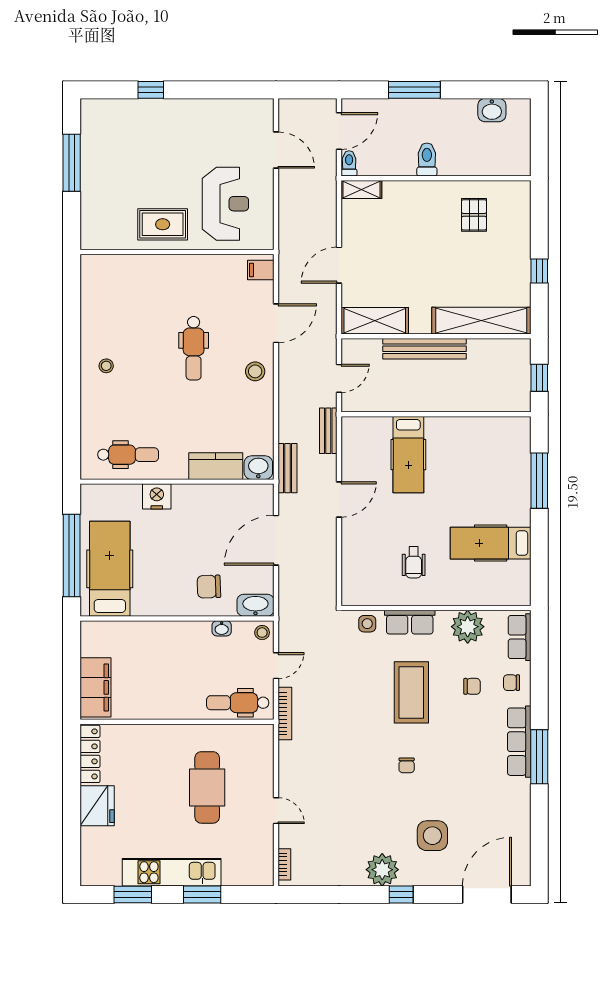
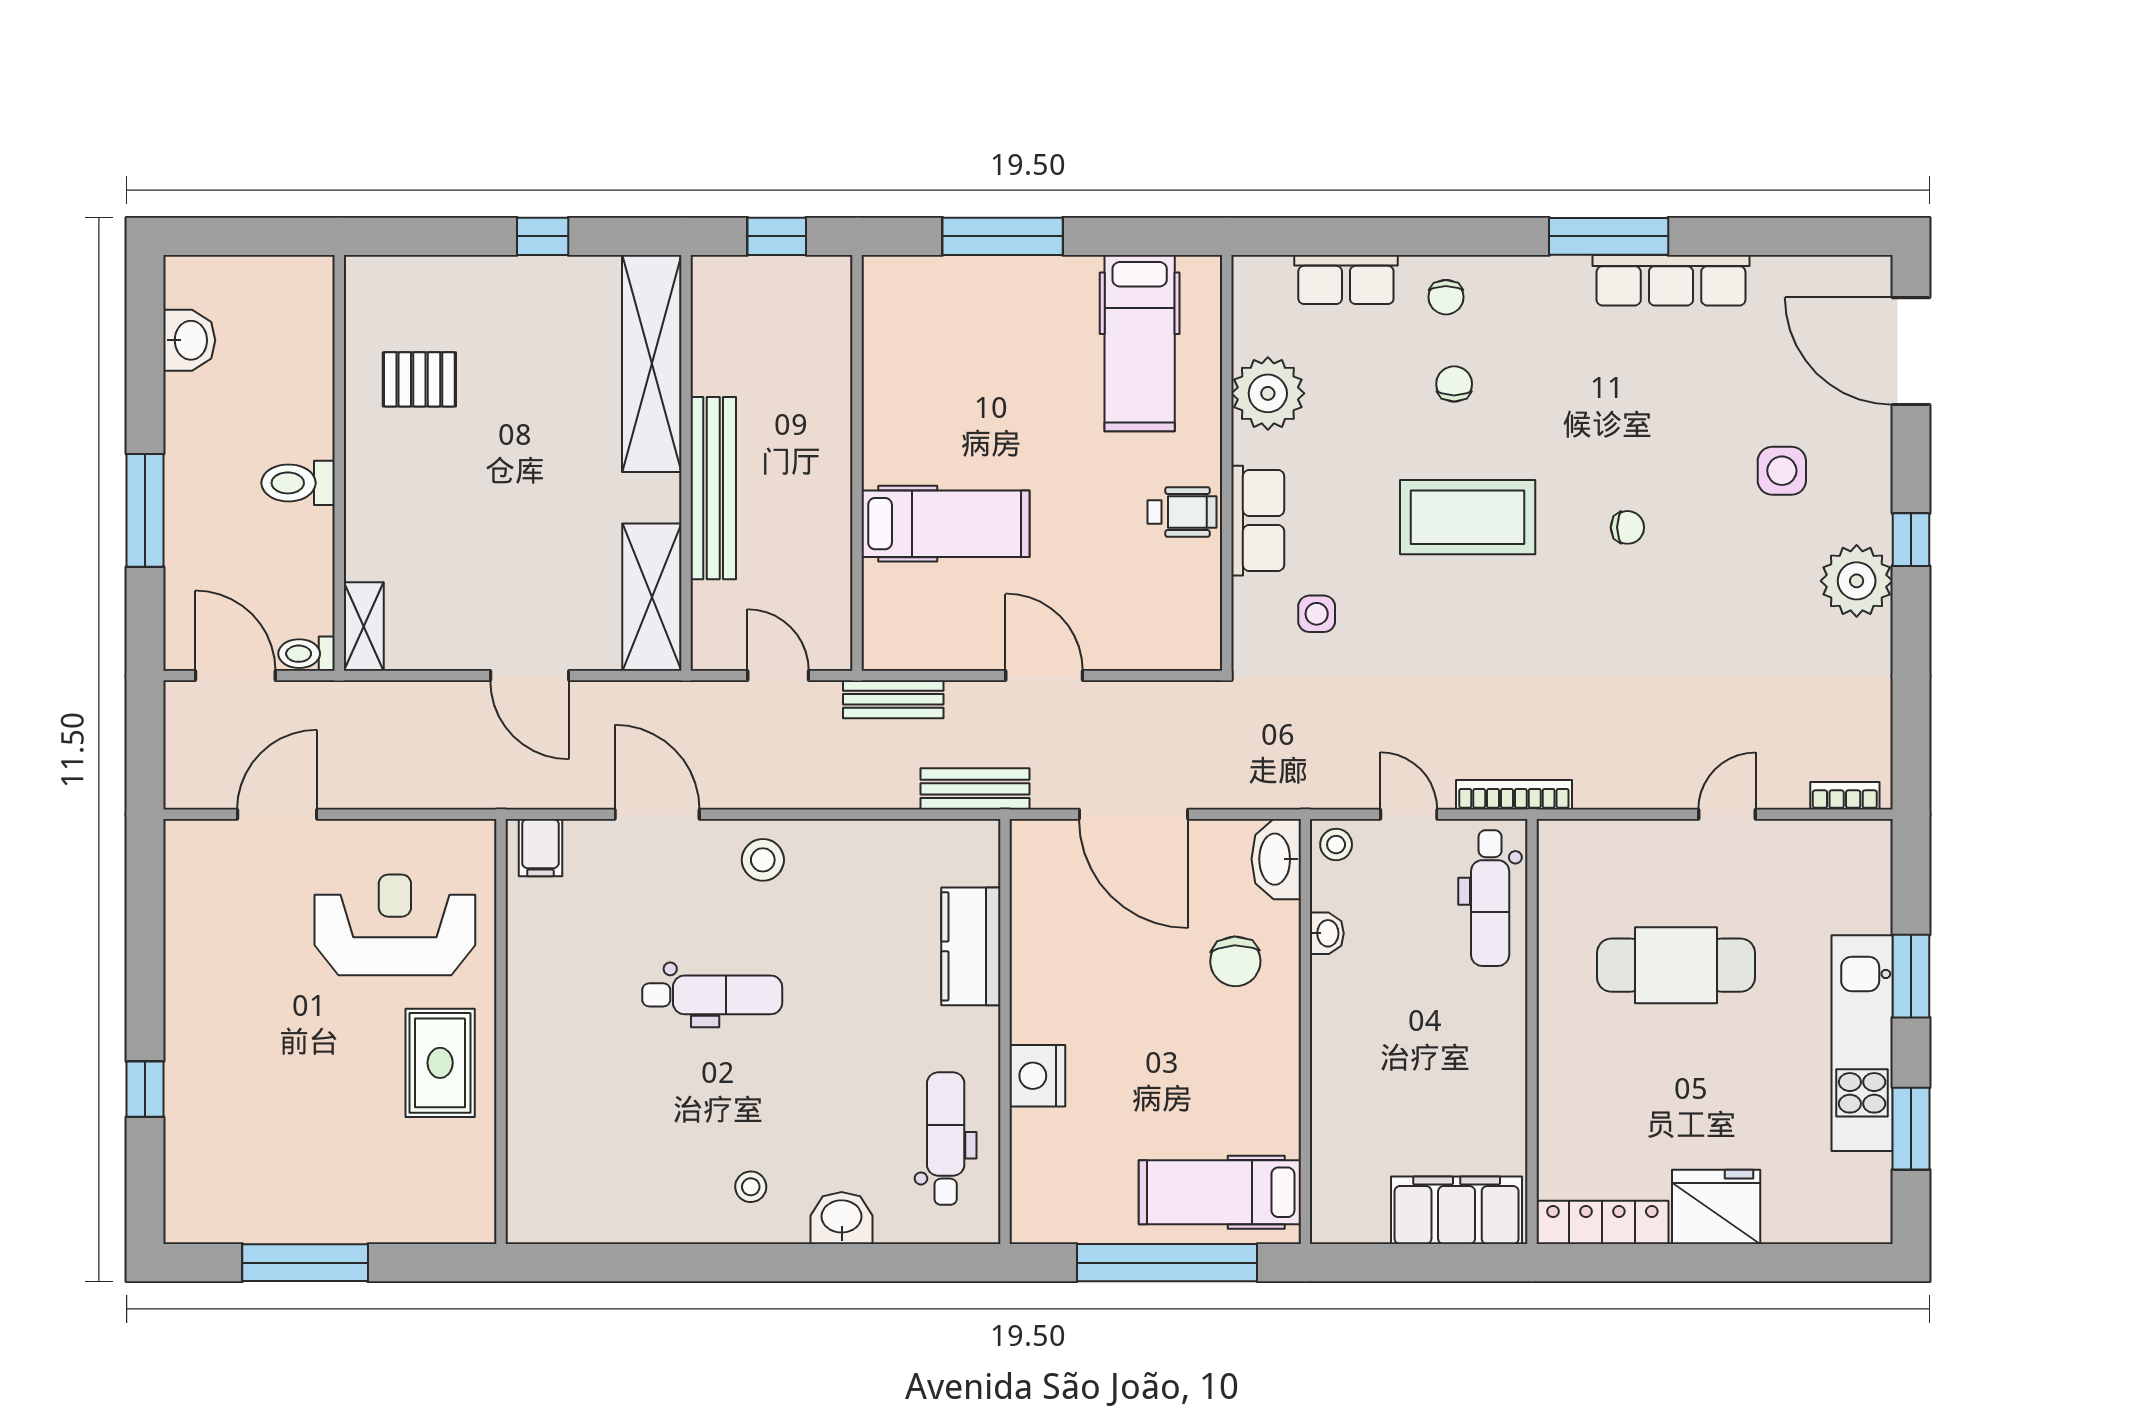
washbasin: (258, 468) -> (842, 1218), moved, turned 90
hospital bed: (110, 569) -> (1220, 1192), width x0.73, depth x0.78
wall: (436, 608) -> (1227, 463), moved
row of seats: (410, 622) -> (1258, 521), moved
plant: (468, 627) -> (1268, 393), moved
row of seats: (519, 742) -> (1671, 280), moved
side table: (432, 836) -> (1782, 471), width x0.73, depth x0.73

